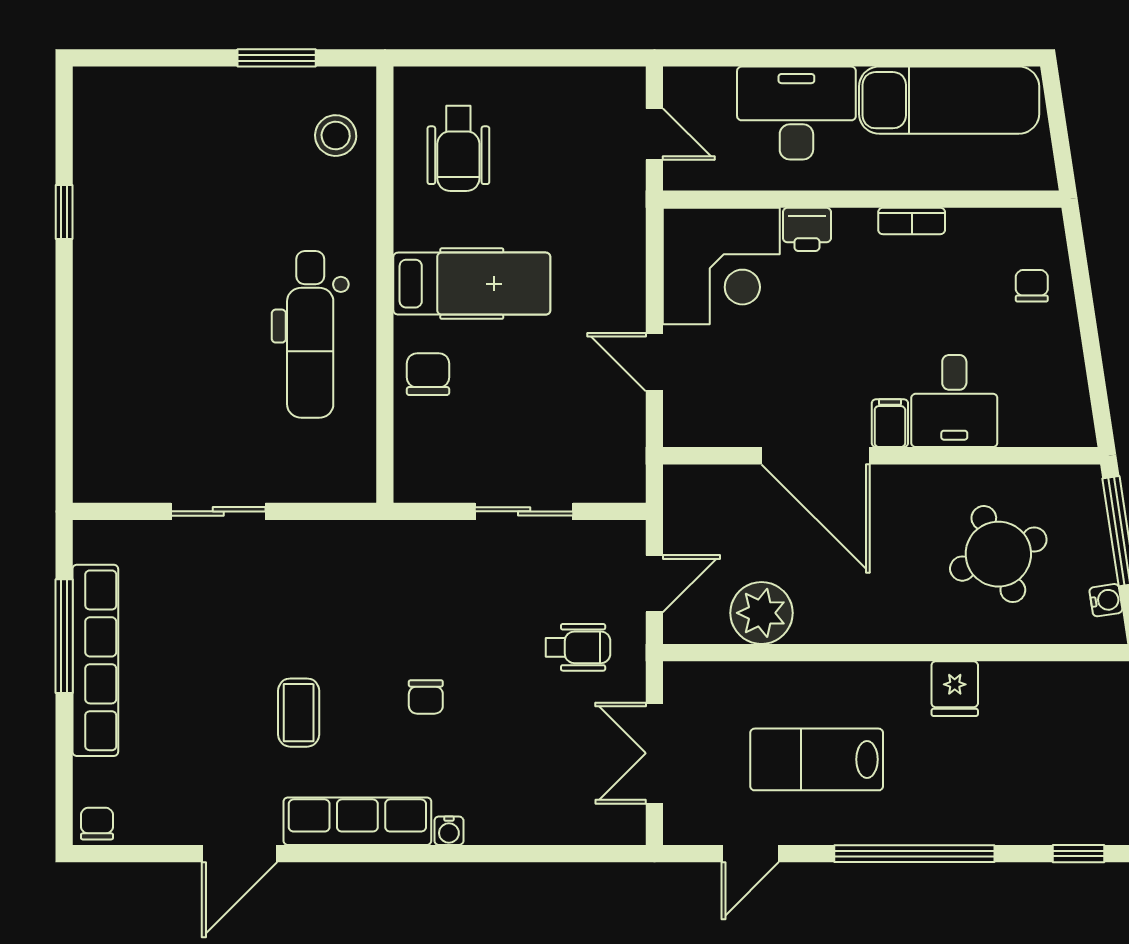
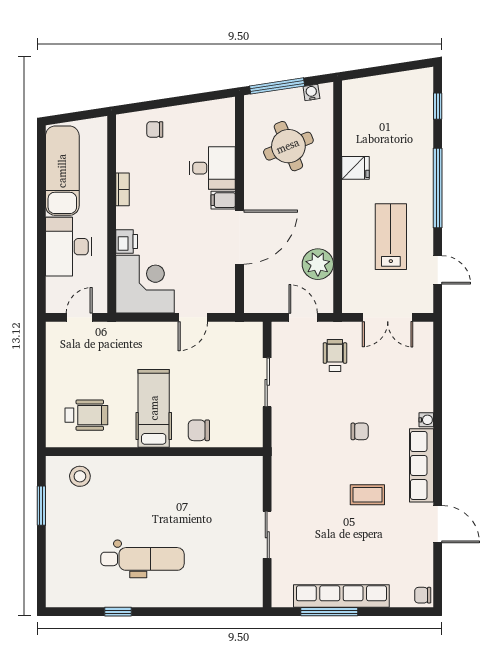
dental chair: (310, 334) -> (142, 559), moved
lab bench: (817, 759) -> (391, 237), turned 180

